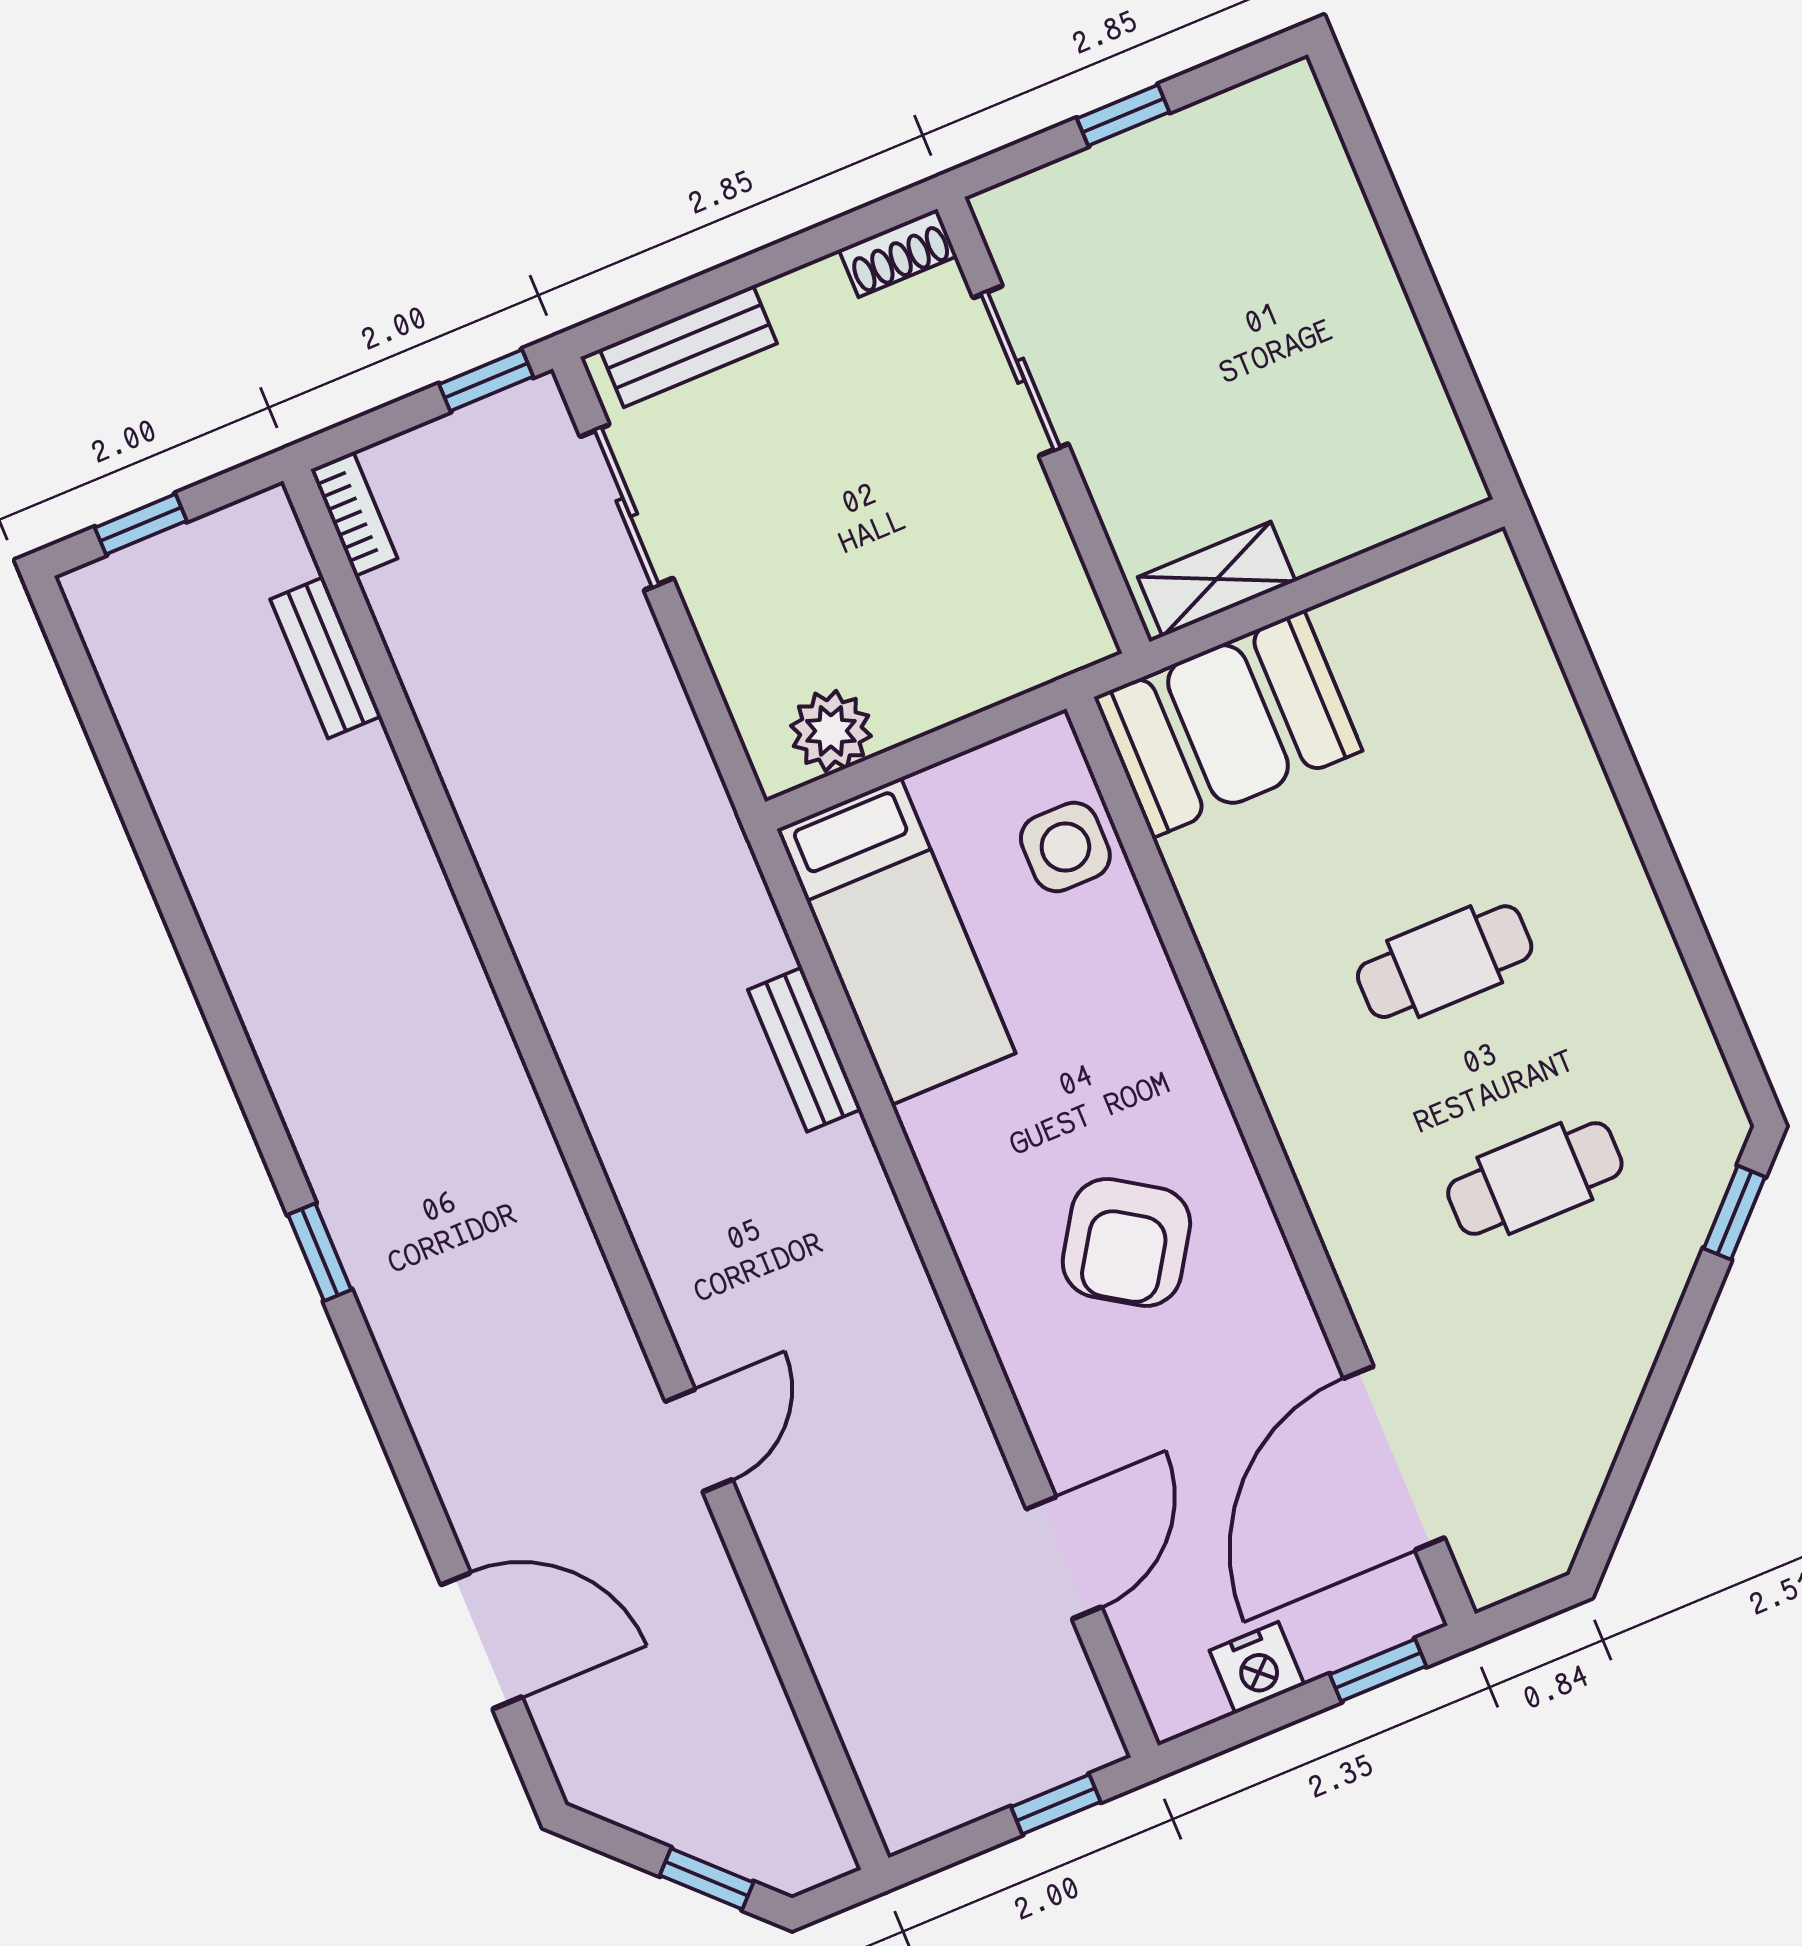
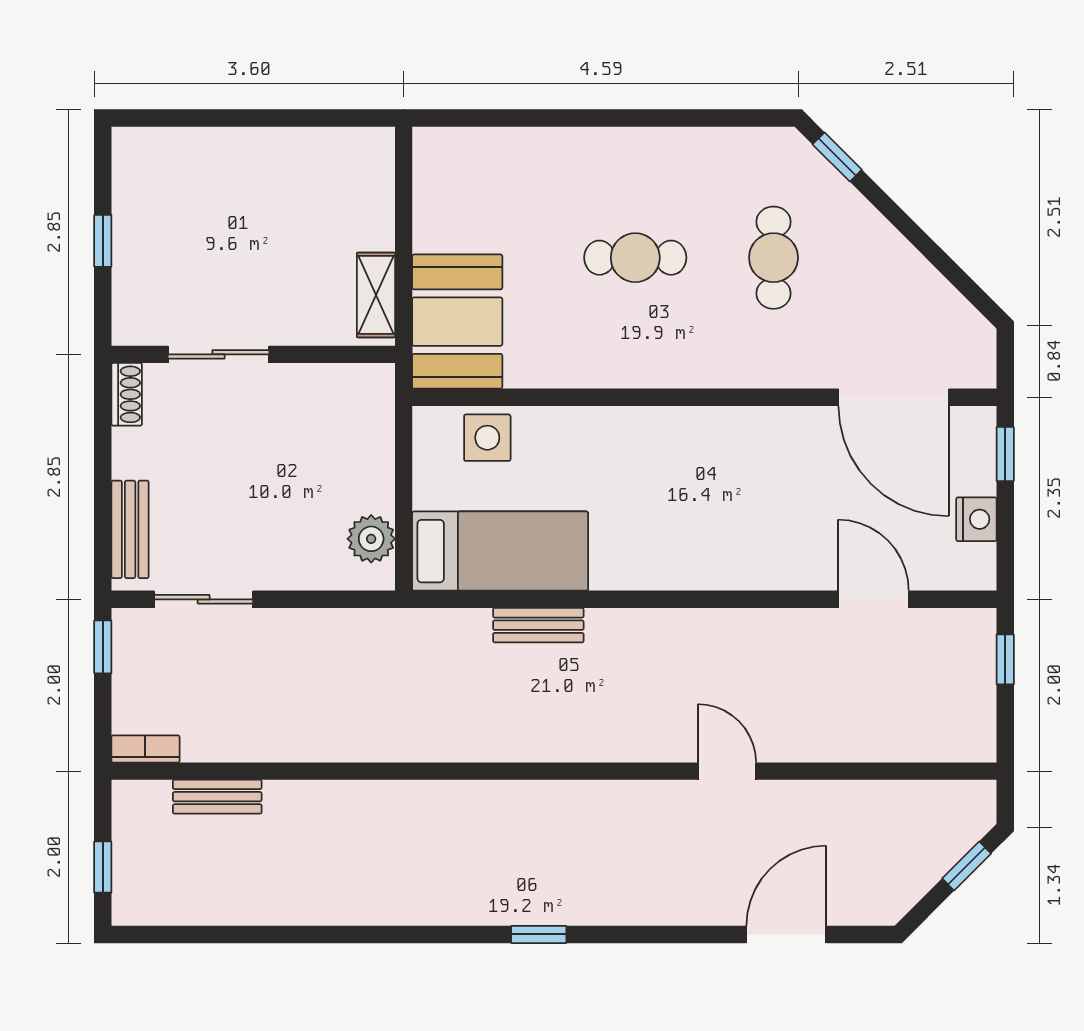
cafe table: (1445, 962) -> (635, 258), turned 90
armchair: (1126, 1242) -> (716, 494), removed

